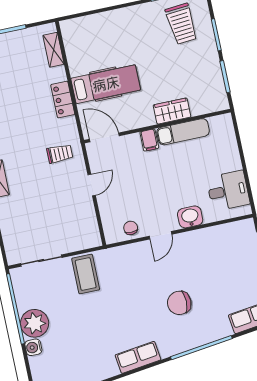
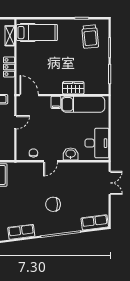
hospital bed: (106, 84) -> (37, 33), moved
exam couch: (183, 132) -> (83, 104), width x1.36, depth x1.45
desk: (228, 191) -> (97, 143), width x1.37

